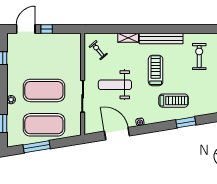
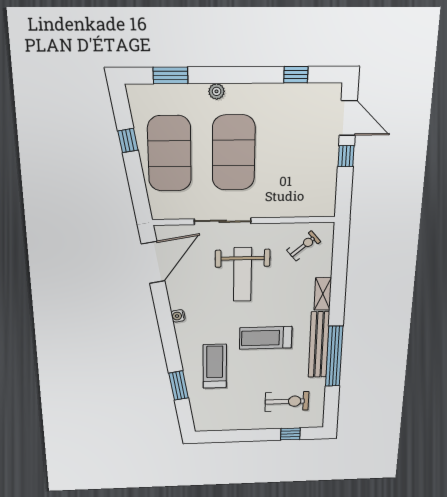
window: (169, 29) -> (334, 356), added
treadmill: (156, 70) -> (266, 338), turned 180
weight bench: (115, 85) -> (242, 274), turned 180
treadmill: (174, 101) -> (215, 366), turned 180
door: (117, 134) -> (153, 262), moved
window: (37, 147) -> (128, 140), width x0.46

